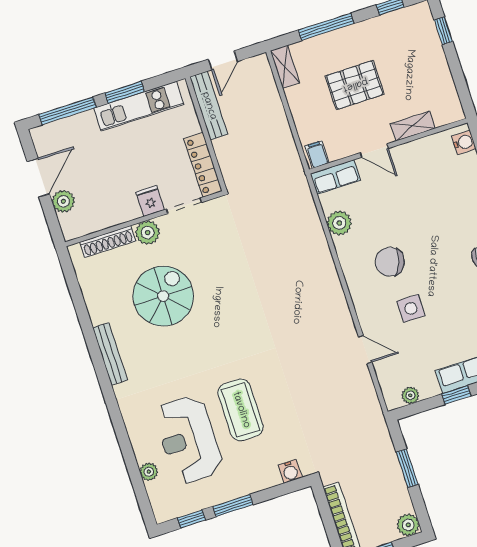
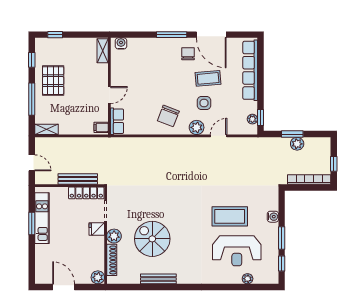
pallet: (355, 85) -> (53, 81), moved
bench: (209, 106) -> (78, 179), moved
window: (67, 111) -> (32, 259), removed
shelving: (413, 126) -> (103, 51), moved
plant: (63, 201) -> (98, 277), moved
plant: (339, 223) -> (197, 127), moved
chair: (390, 262) -> (168, 116), moved
coffee table: (453, 302) -> (208, 78), added
bench: (110, 354) -> (158, 279), moved
window: (456, 395) -> (260, 118), moved
water cooler: (290, 471) -> (273, 217), moved
plant: (408, 525) -> (297, 144), moved

